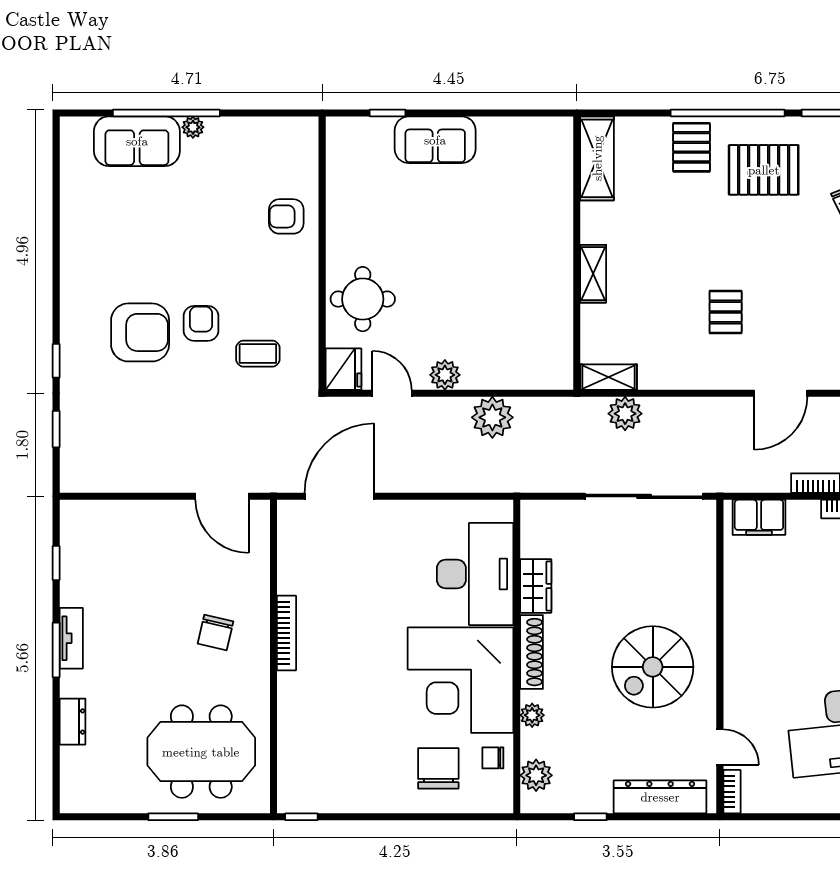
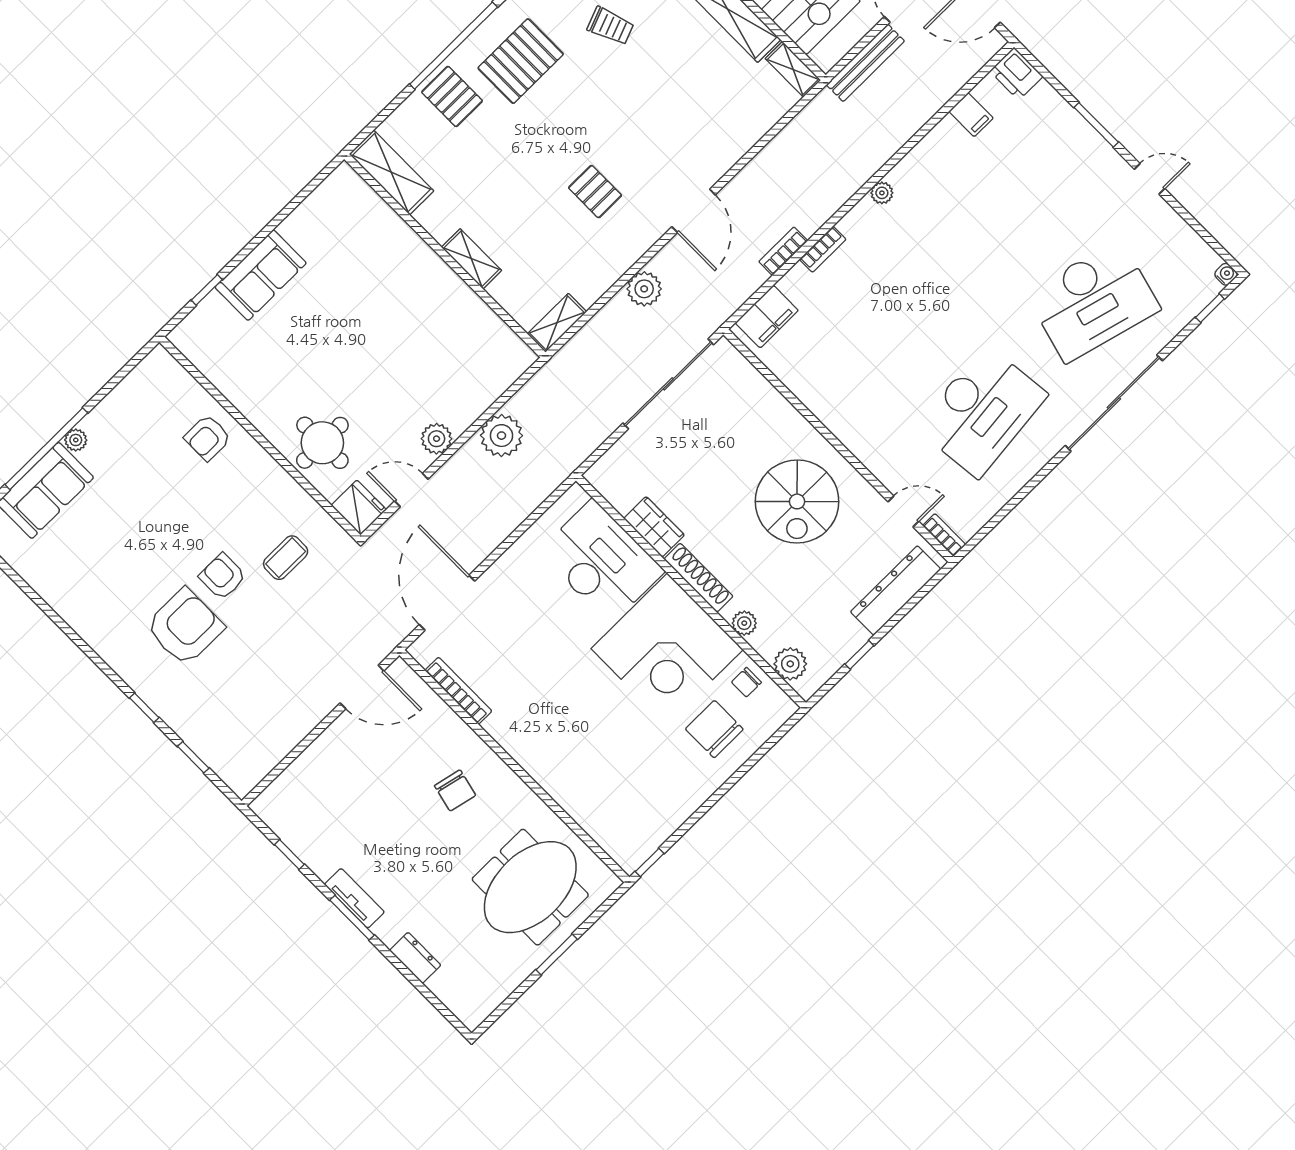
plant: (625, 414) -> (644, 289), moved
bookcase: (287, 633) -> (458, 691), moved

